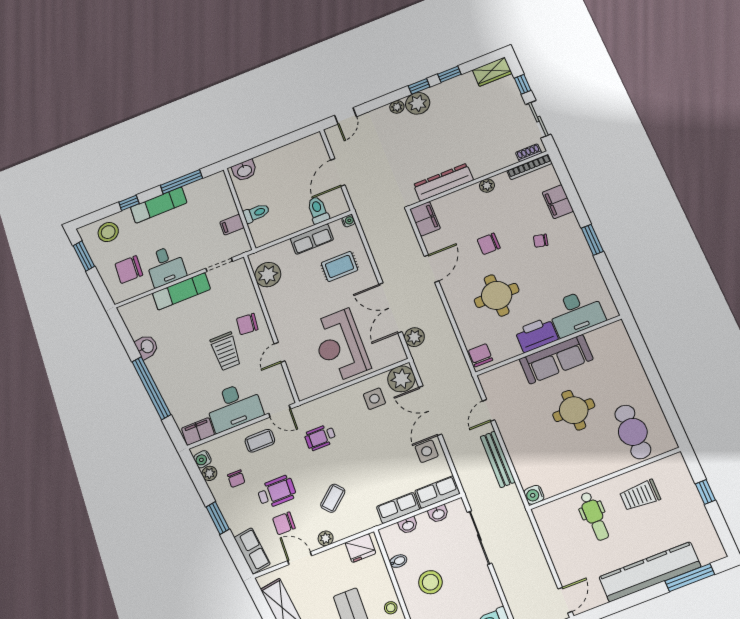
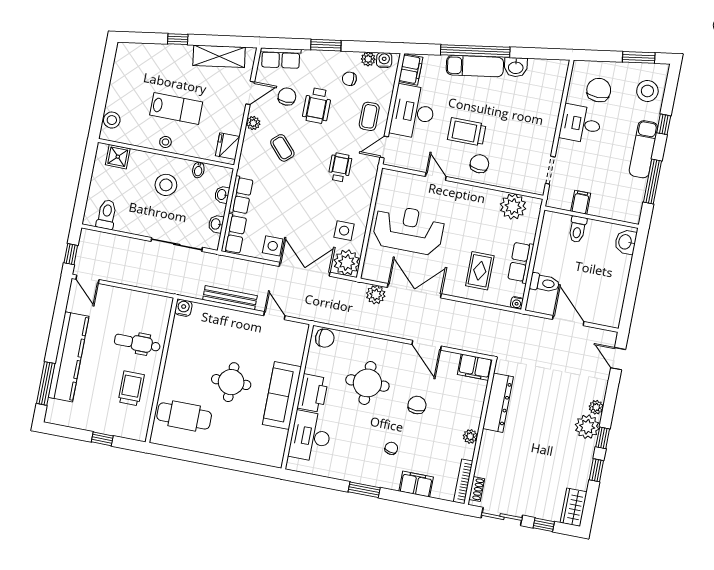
exam couch: (181, 291) -> (475, 66), moved, turned -99

